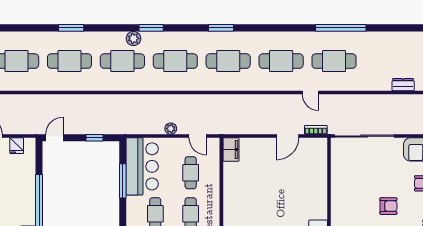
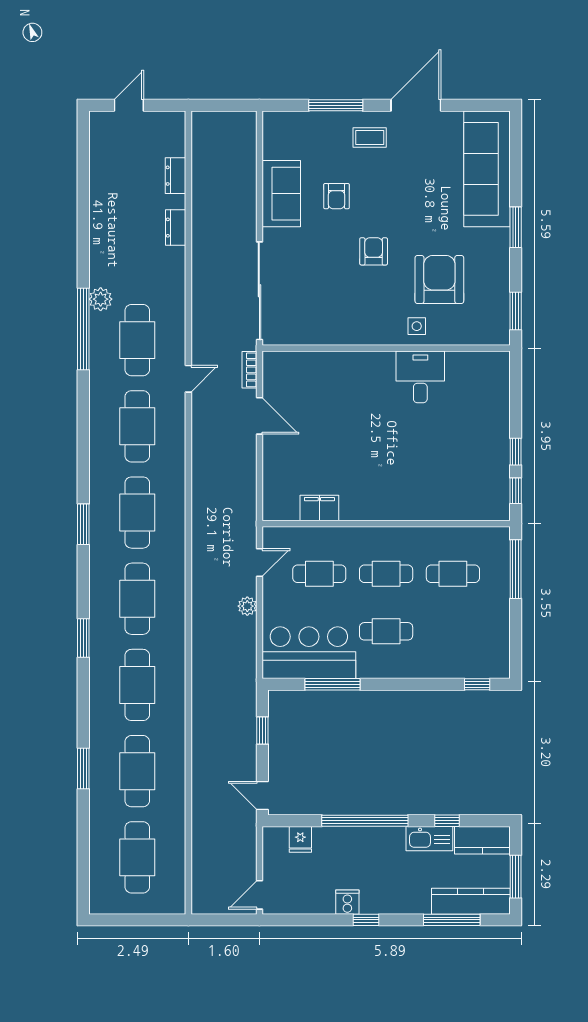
plant: (133, 38) -> (101, 299), moved
fridge: (17, 146) -> (300, 839), moved, turned 90
filing cabinet: (231, 150) -> (319, 508), moved

